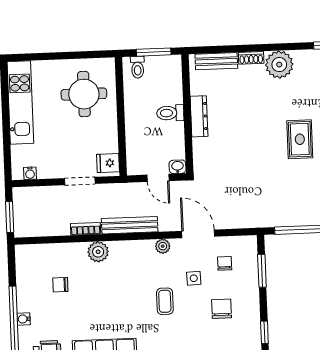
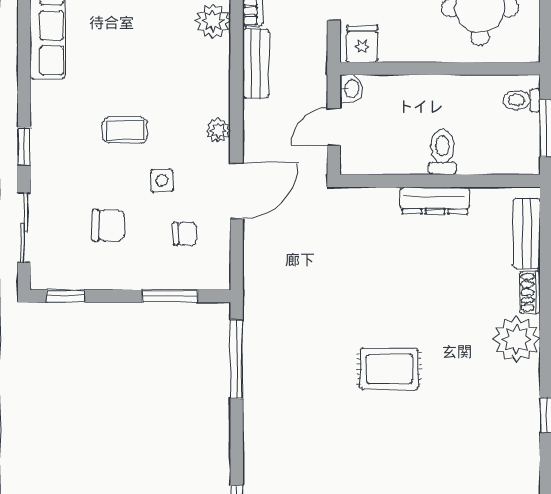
washbasin: (177, 167) -> (351, 89), moved
bench: (130, 225) -> (256, 63), width x0.73

